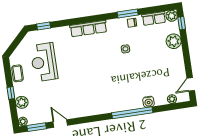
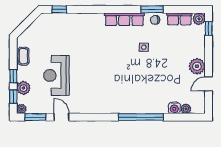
row of seats: (88, 29) -> (124, 19), moved
plant: (174, 41) -> (197, 66), moved
reception desk: (44, 62) -> (56, 75), moved
door: (191, 84) -> (209, 84), moved
water cooler: (148, 102) -> (174, 108), moved
window: (14, 111) -> (13, 97), added

